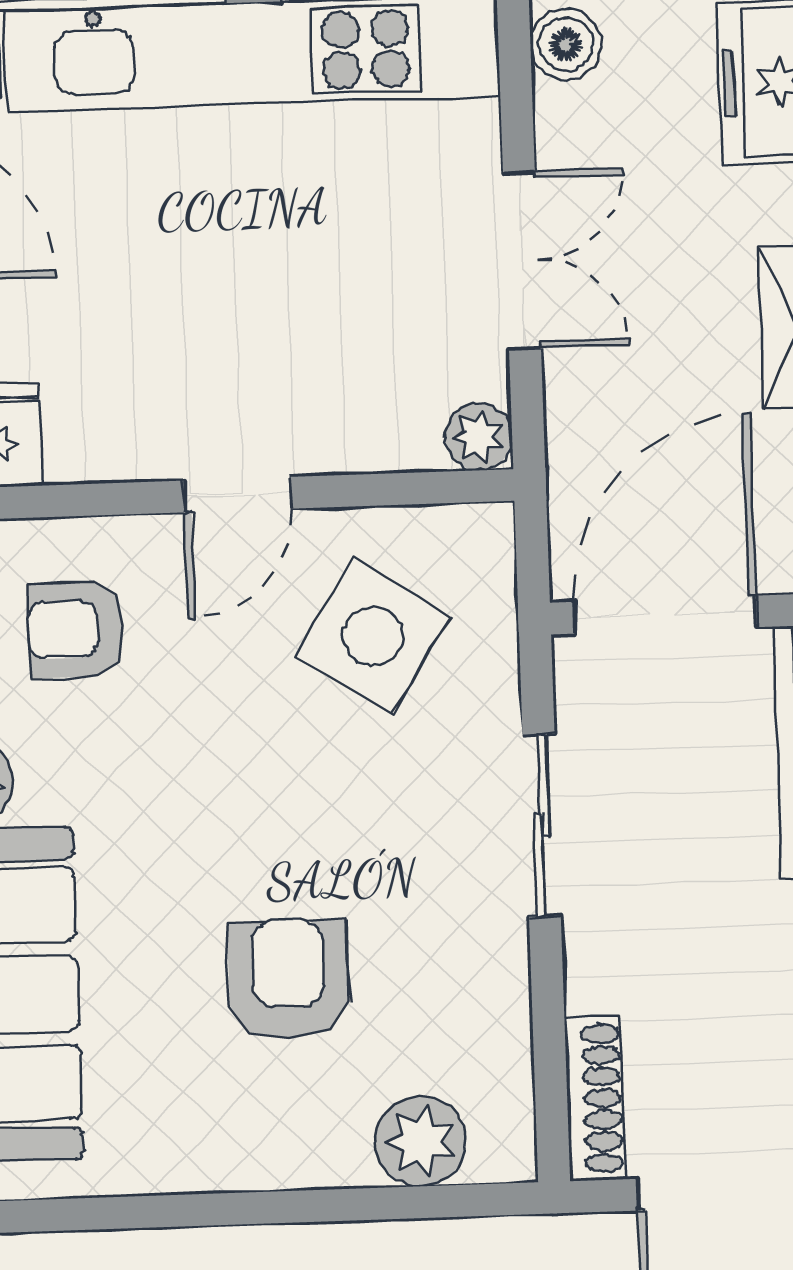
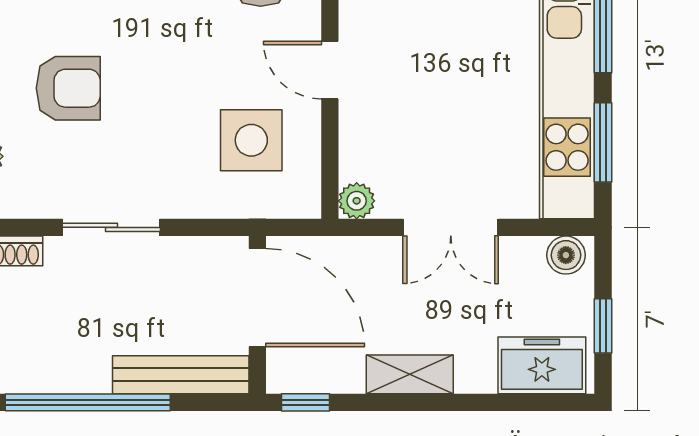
side table: (373, 636) -> (251, 140), turned -33
sliding door: (542, 825) -> (111, 227), moved

